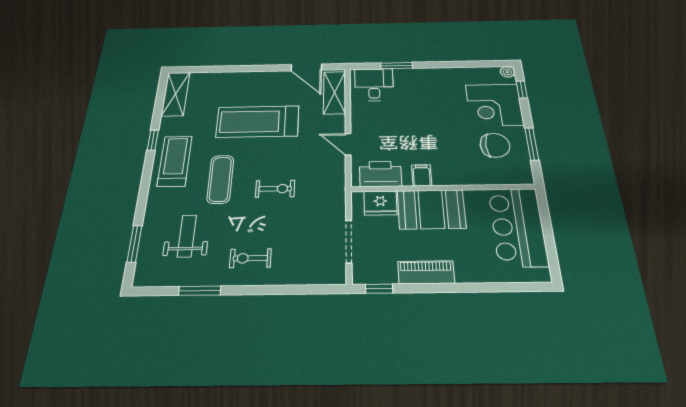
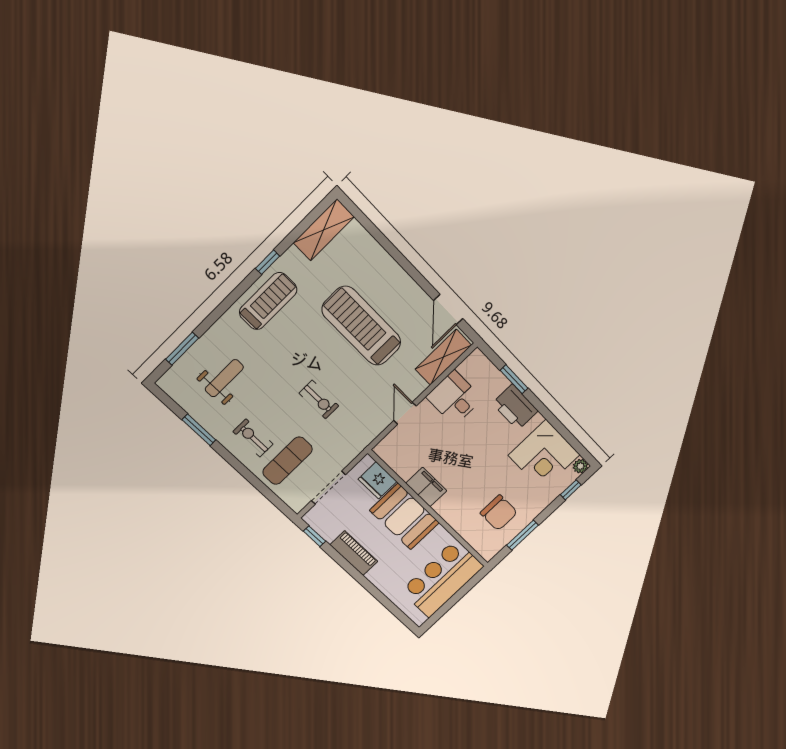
desk: (374, 85) -> (454, 398), moved, turned -90
corner desk: (494, 105) -> (544, 455), moved, turned -90
printer: (380, 174) -> (515, 407), moved, turned 180
filing cabinet: (422, 175) -> (426, 487), width x2.00
exercise mat: (220, 179) -> (288, 461), moved

